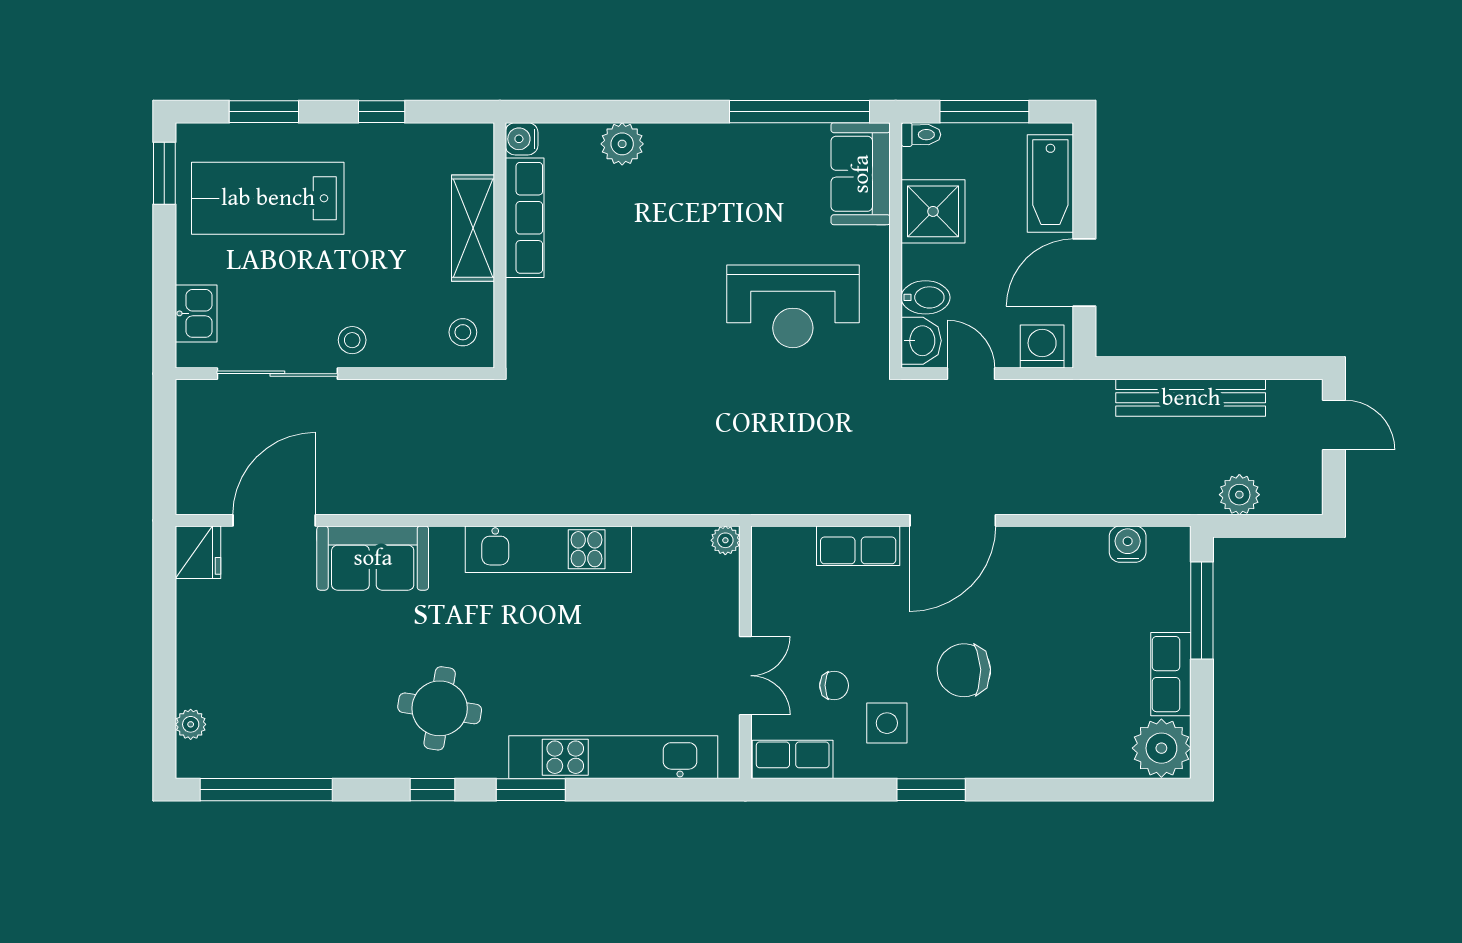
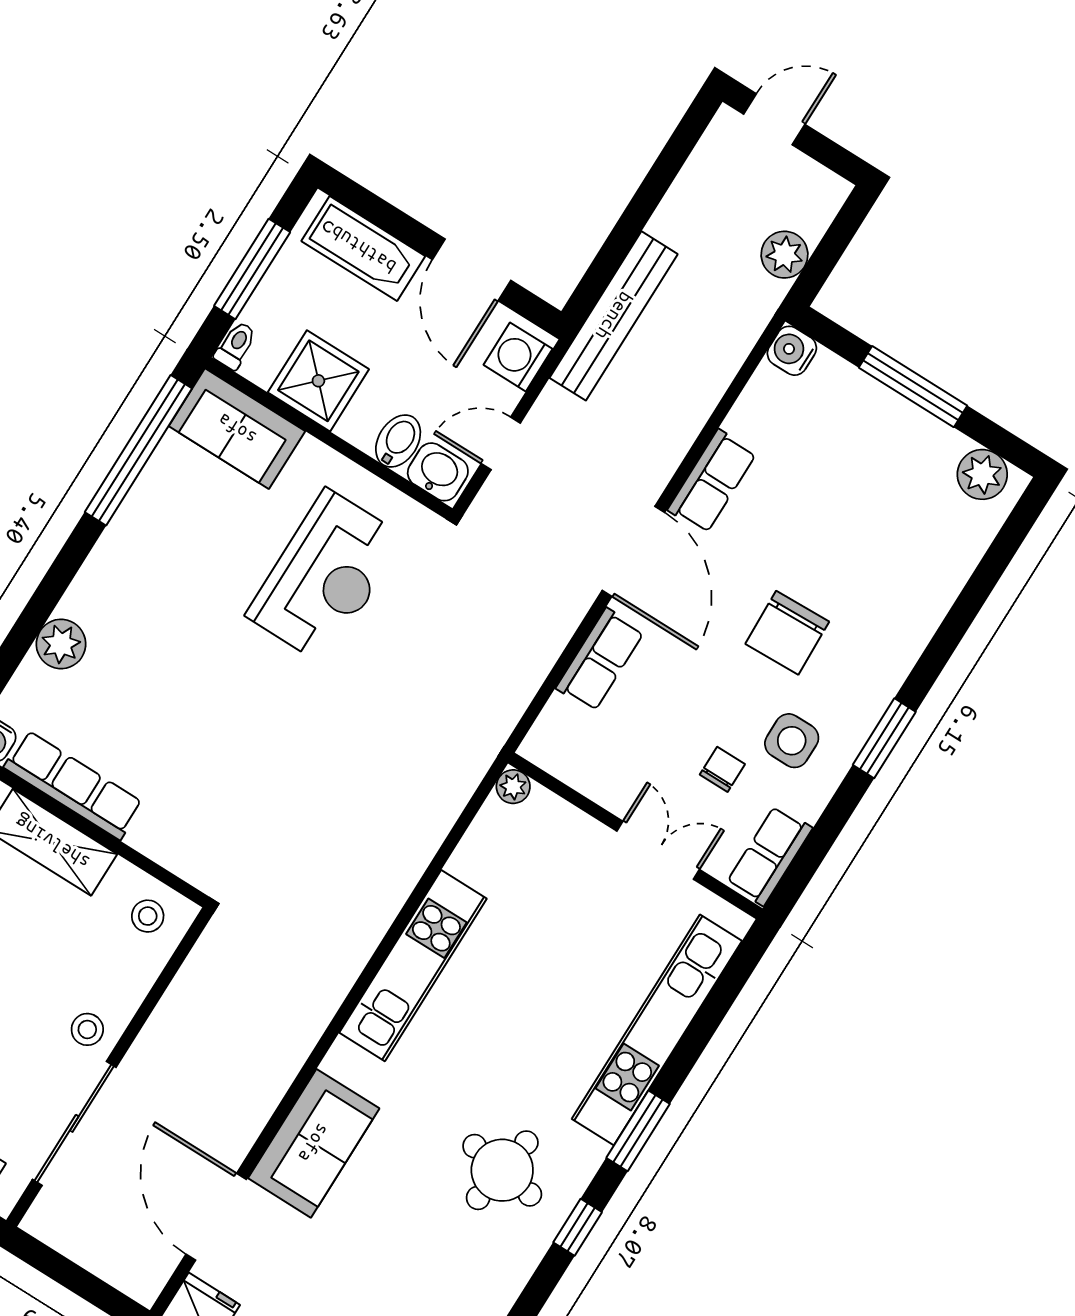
bench: (1191, 398) -> (614, 316), moved
water cooler: (1128, 544) -> (792, 351), moved
window: (1202, 611) -> (913, 387), moved
row of seats: (1171, 674) -> (712, 481), moved, turned -90
plant: (1161, 748) -> (982, 474), width x0.73, depth x0.73

